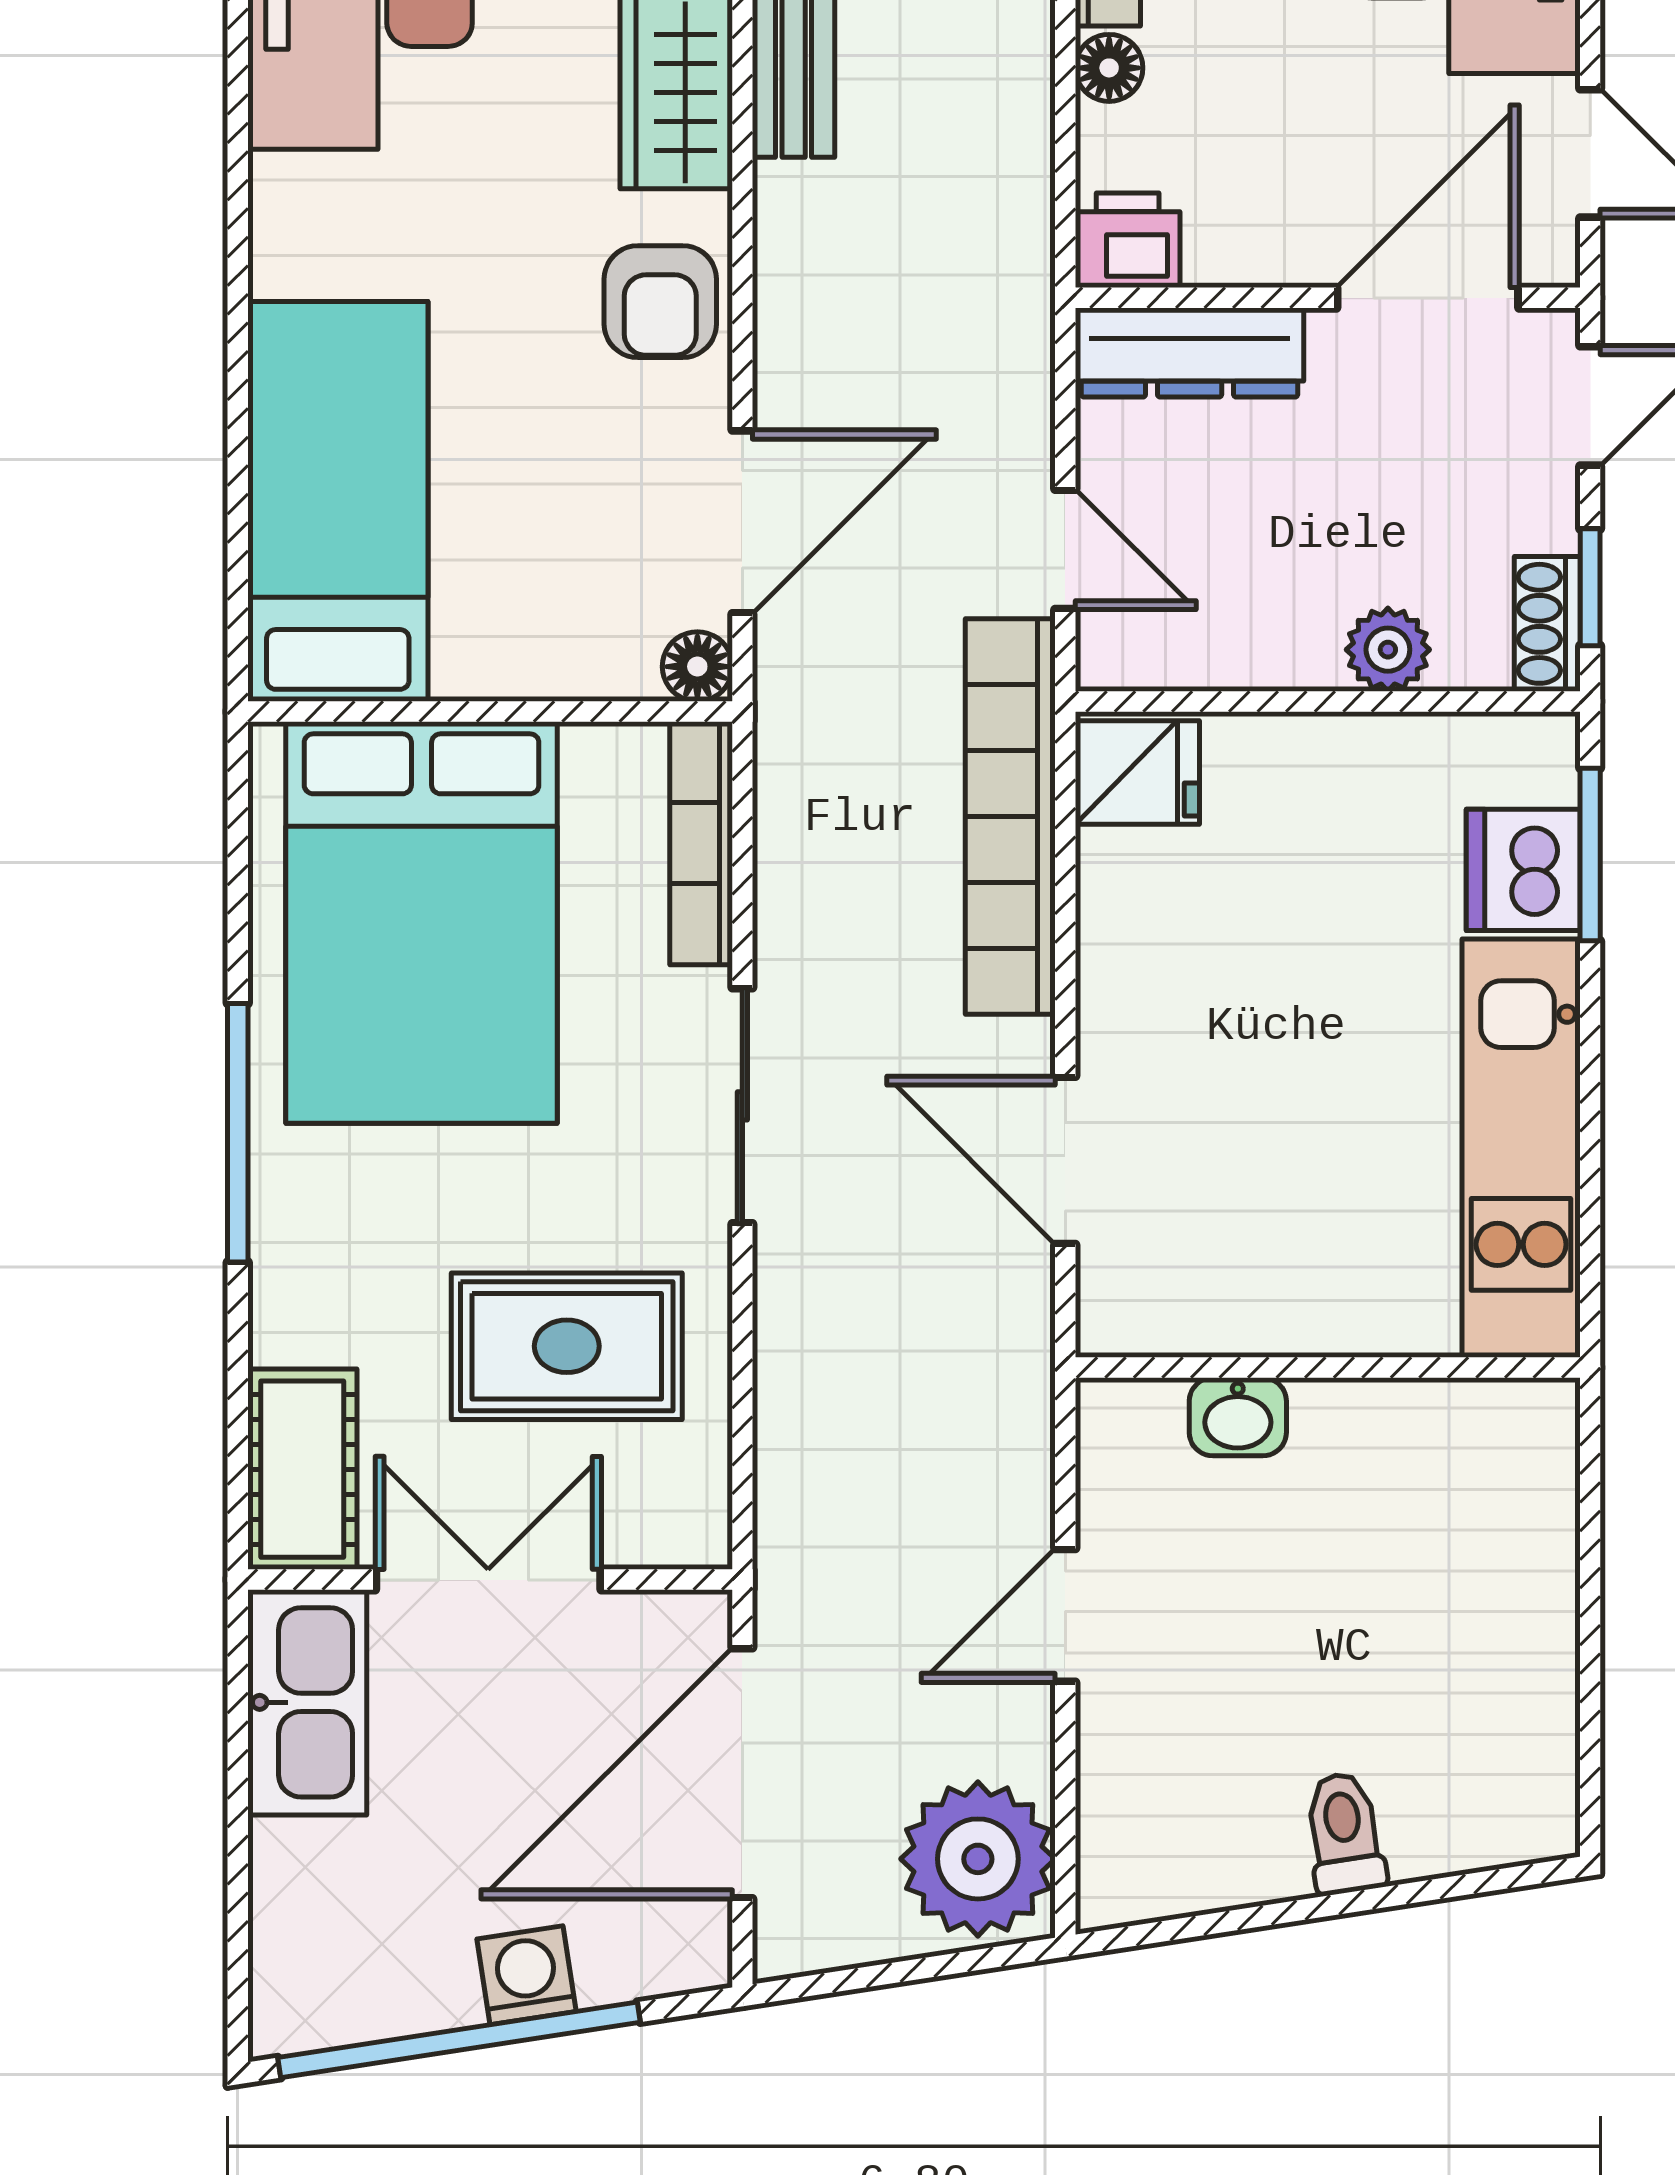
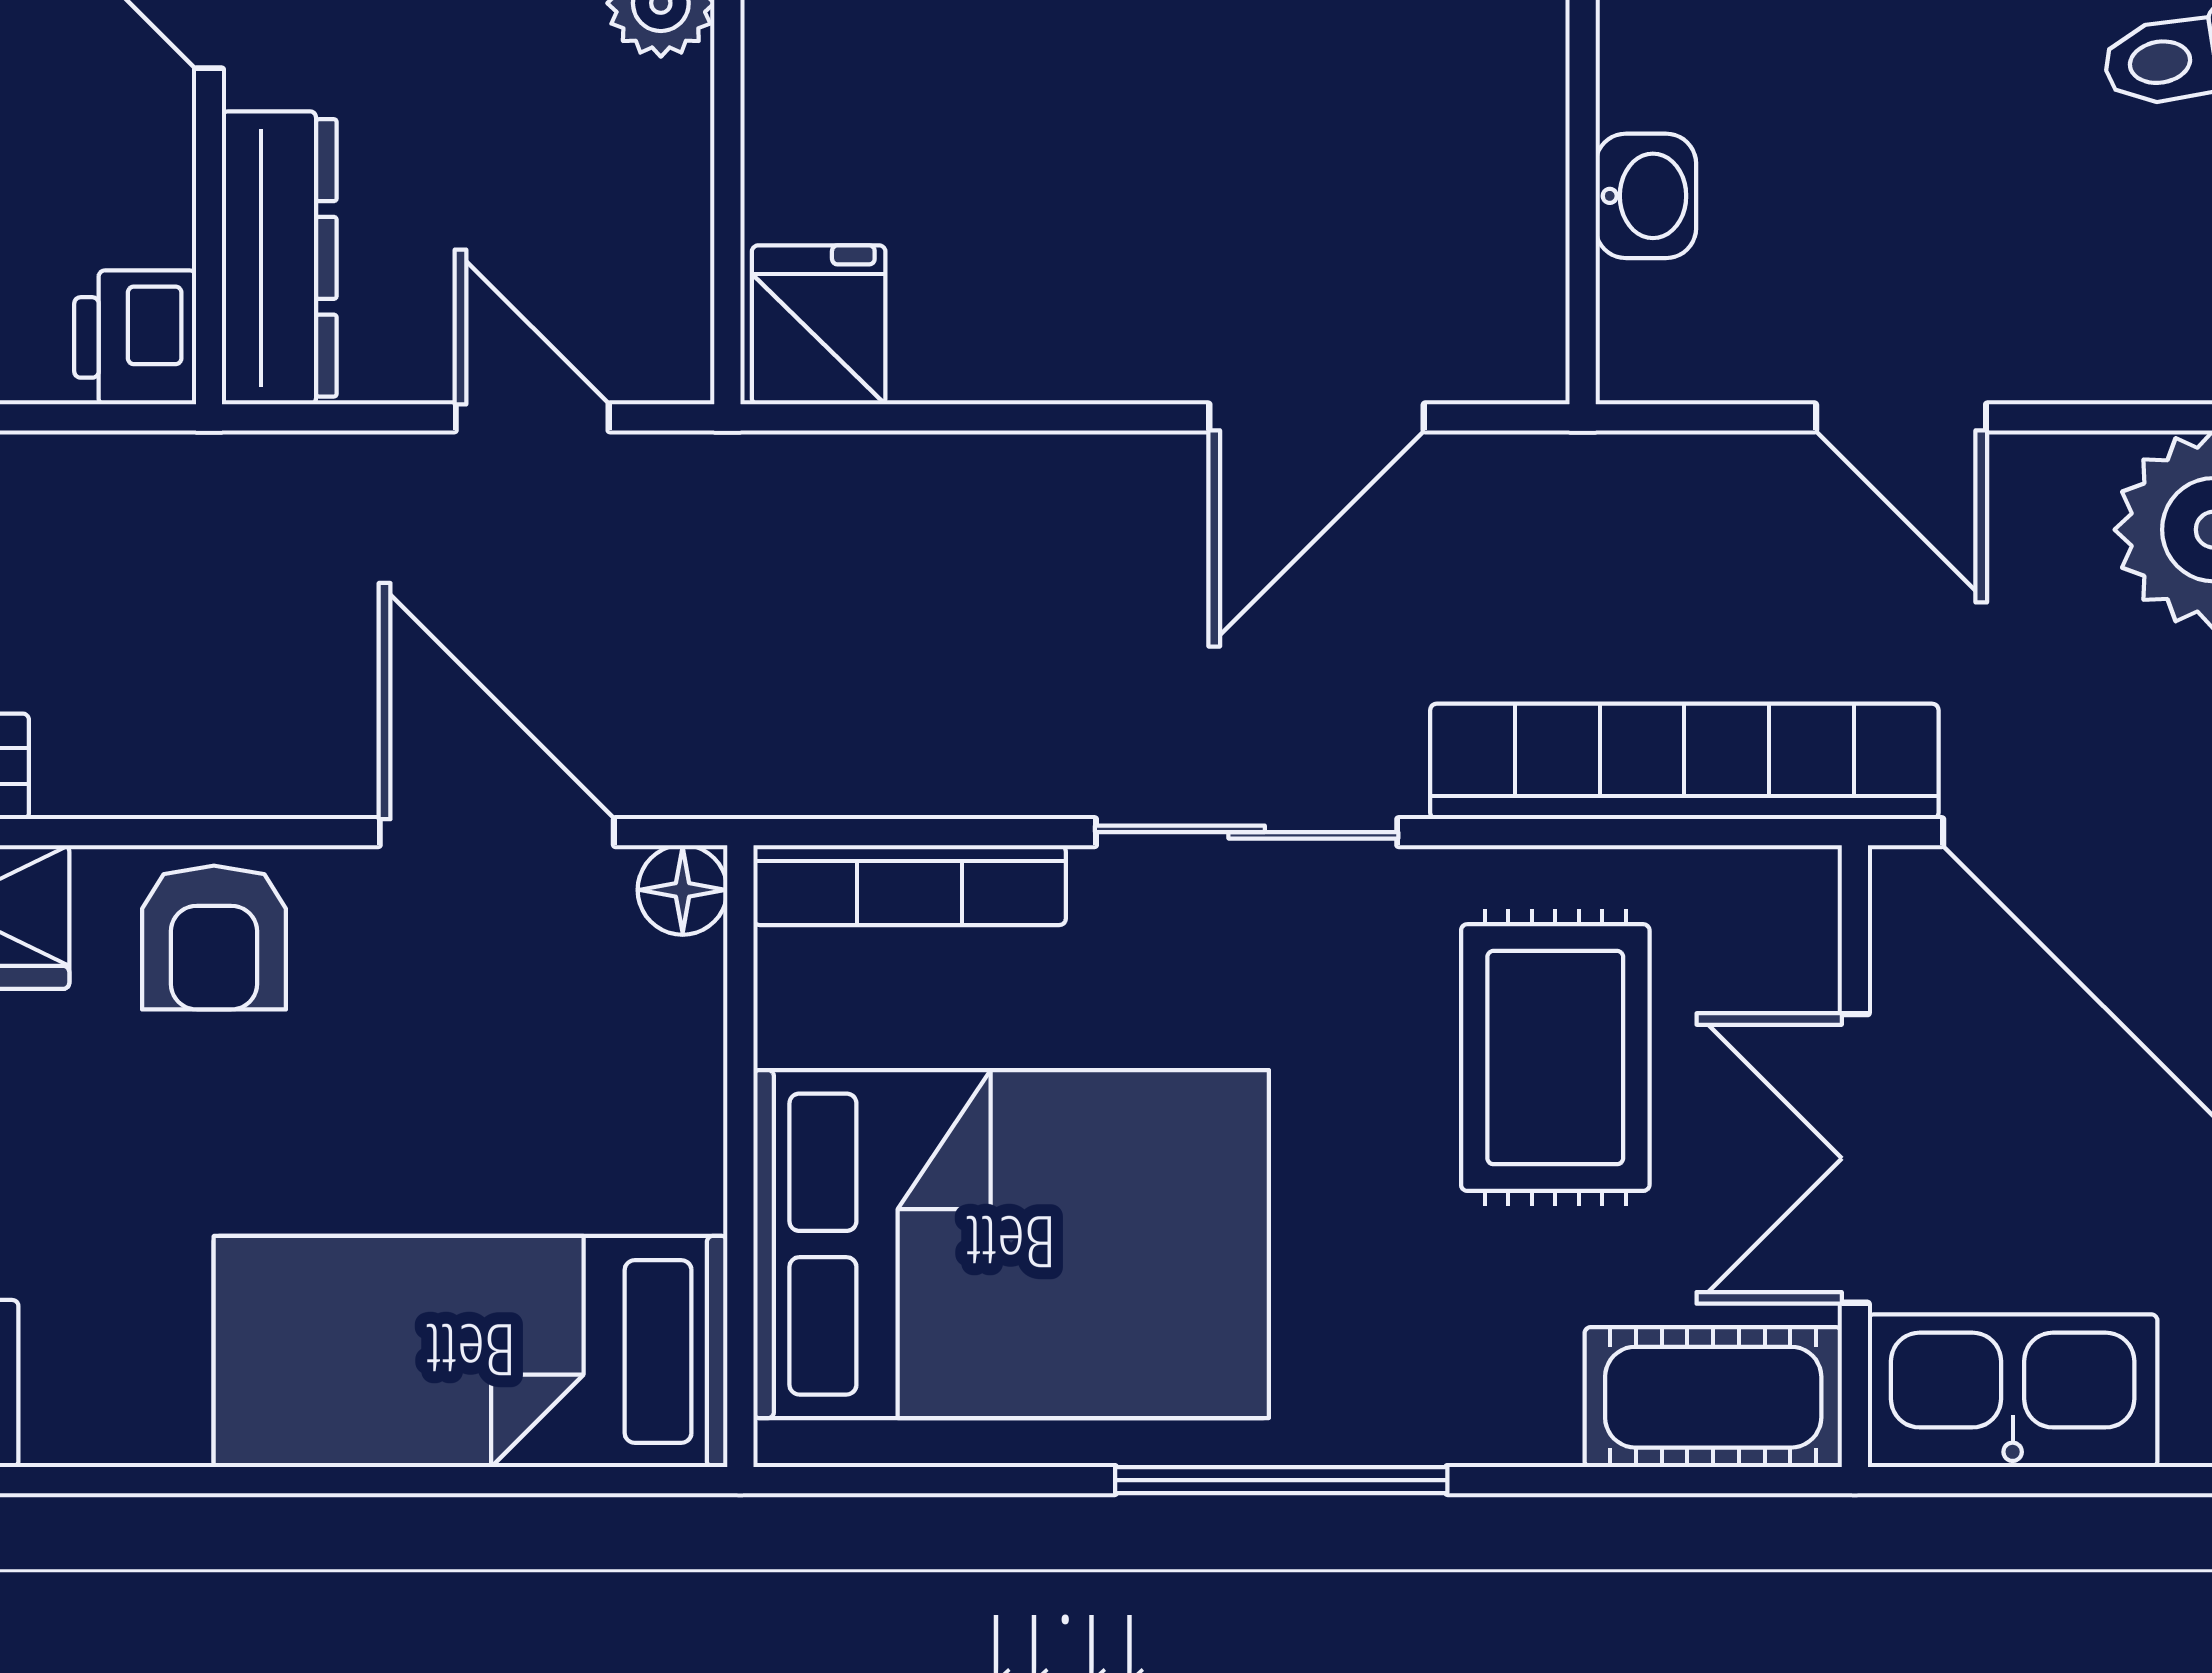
armchair: (660, 302) -> (214, 937), turned 90
door: (1065, 549) -> (532, 417), hinge flipped
bookcase: (1010, 816) -> (1684, 761), moved, turned 180

